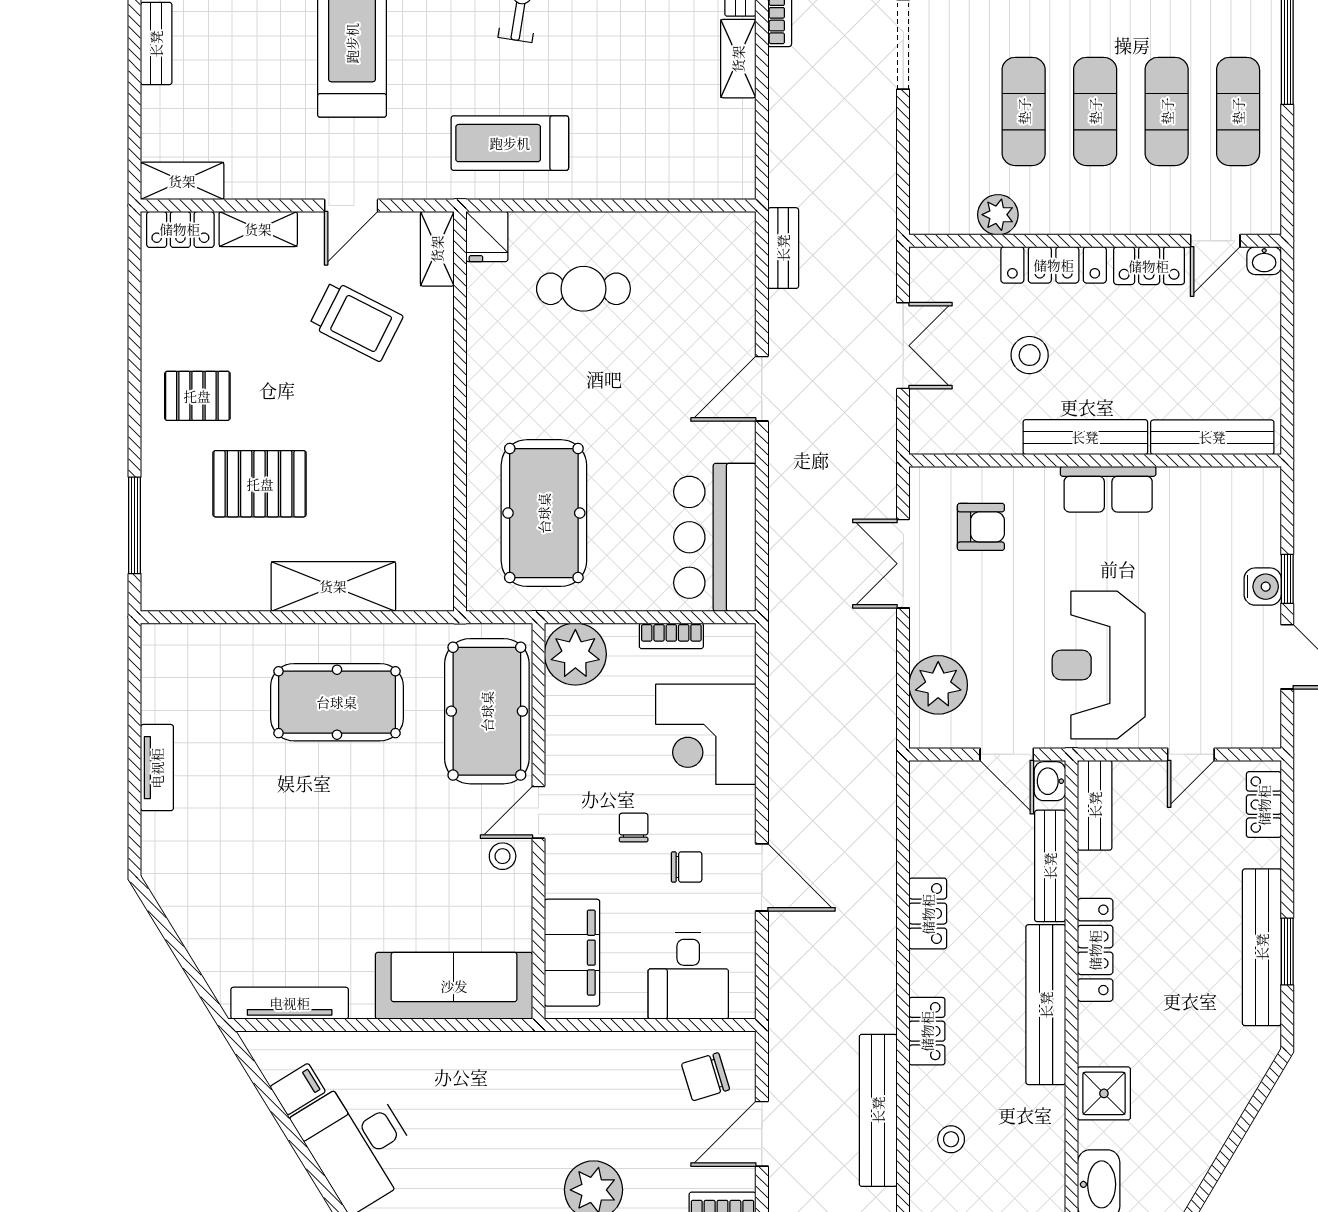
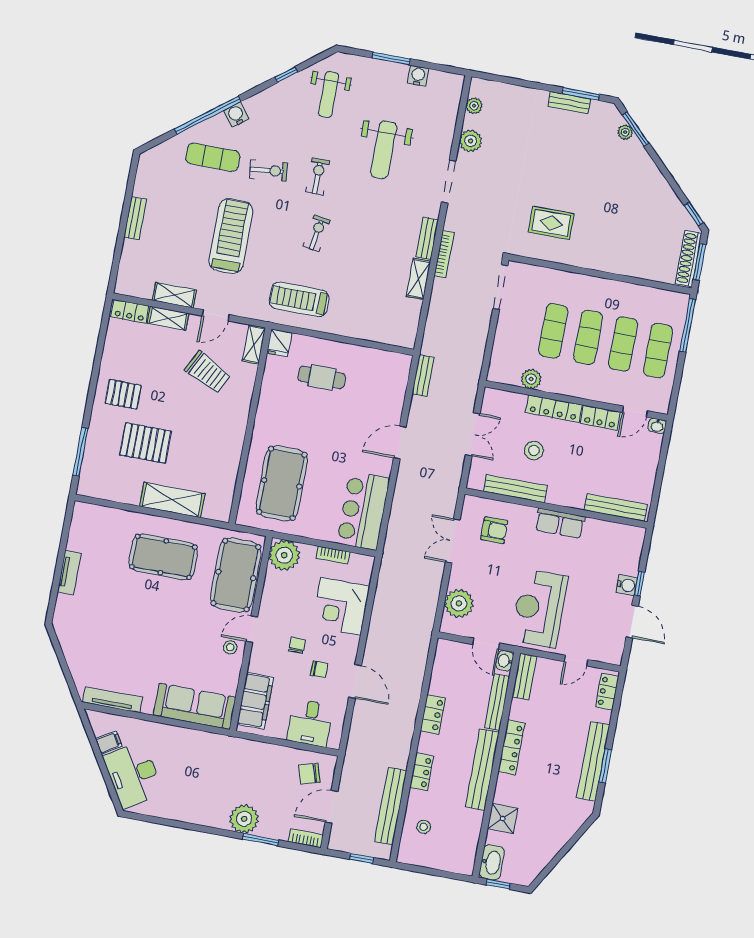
shelving: (182, 181) -> (174, 295), moved
bench: (1085, 437) -> (515, 489), moved

